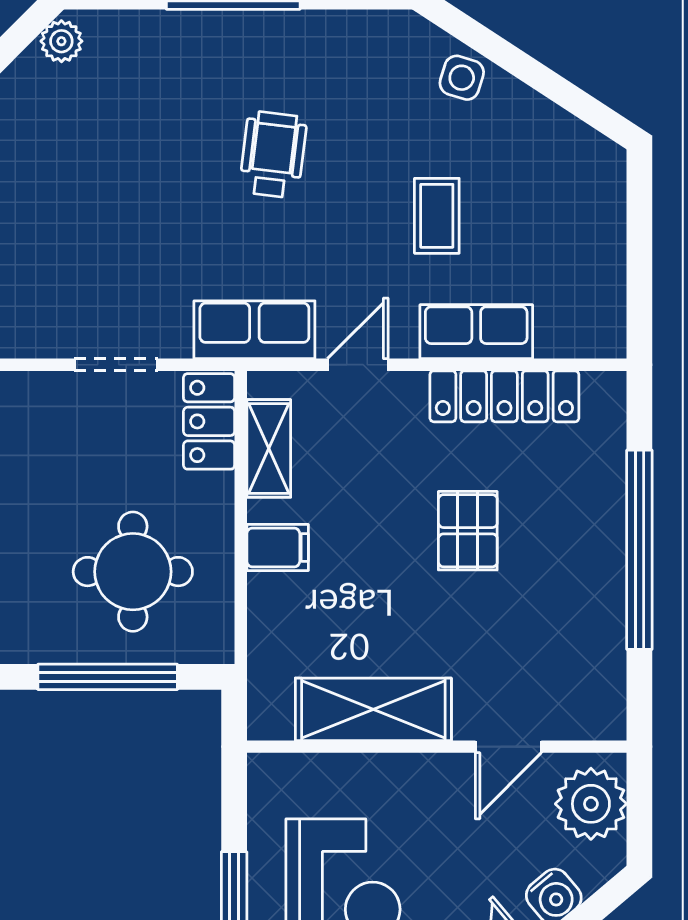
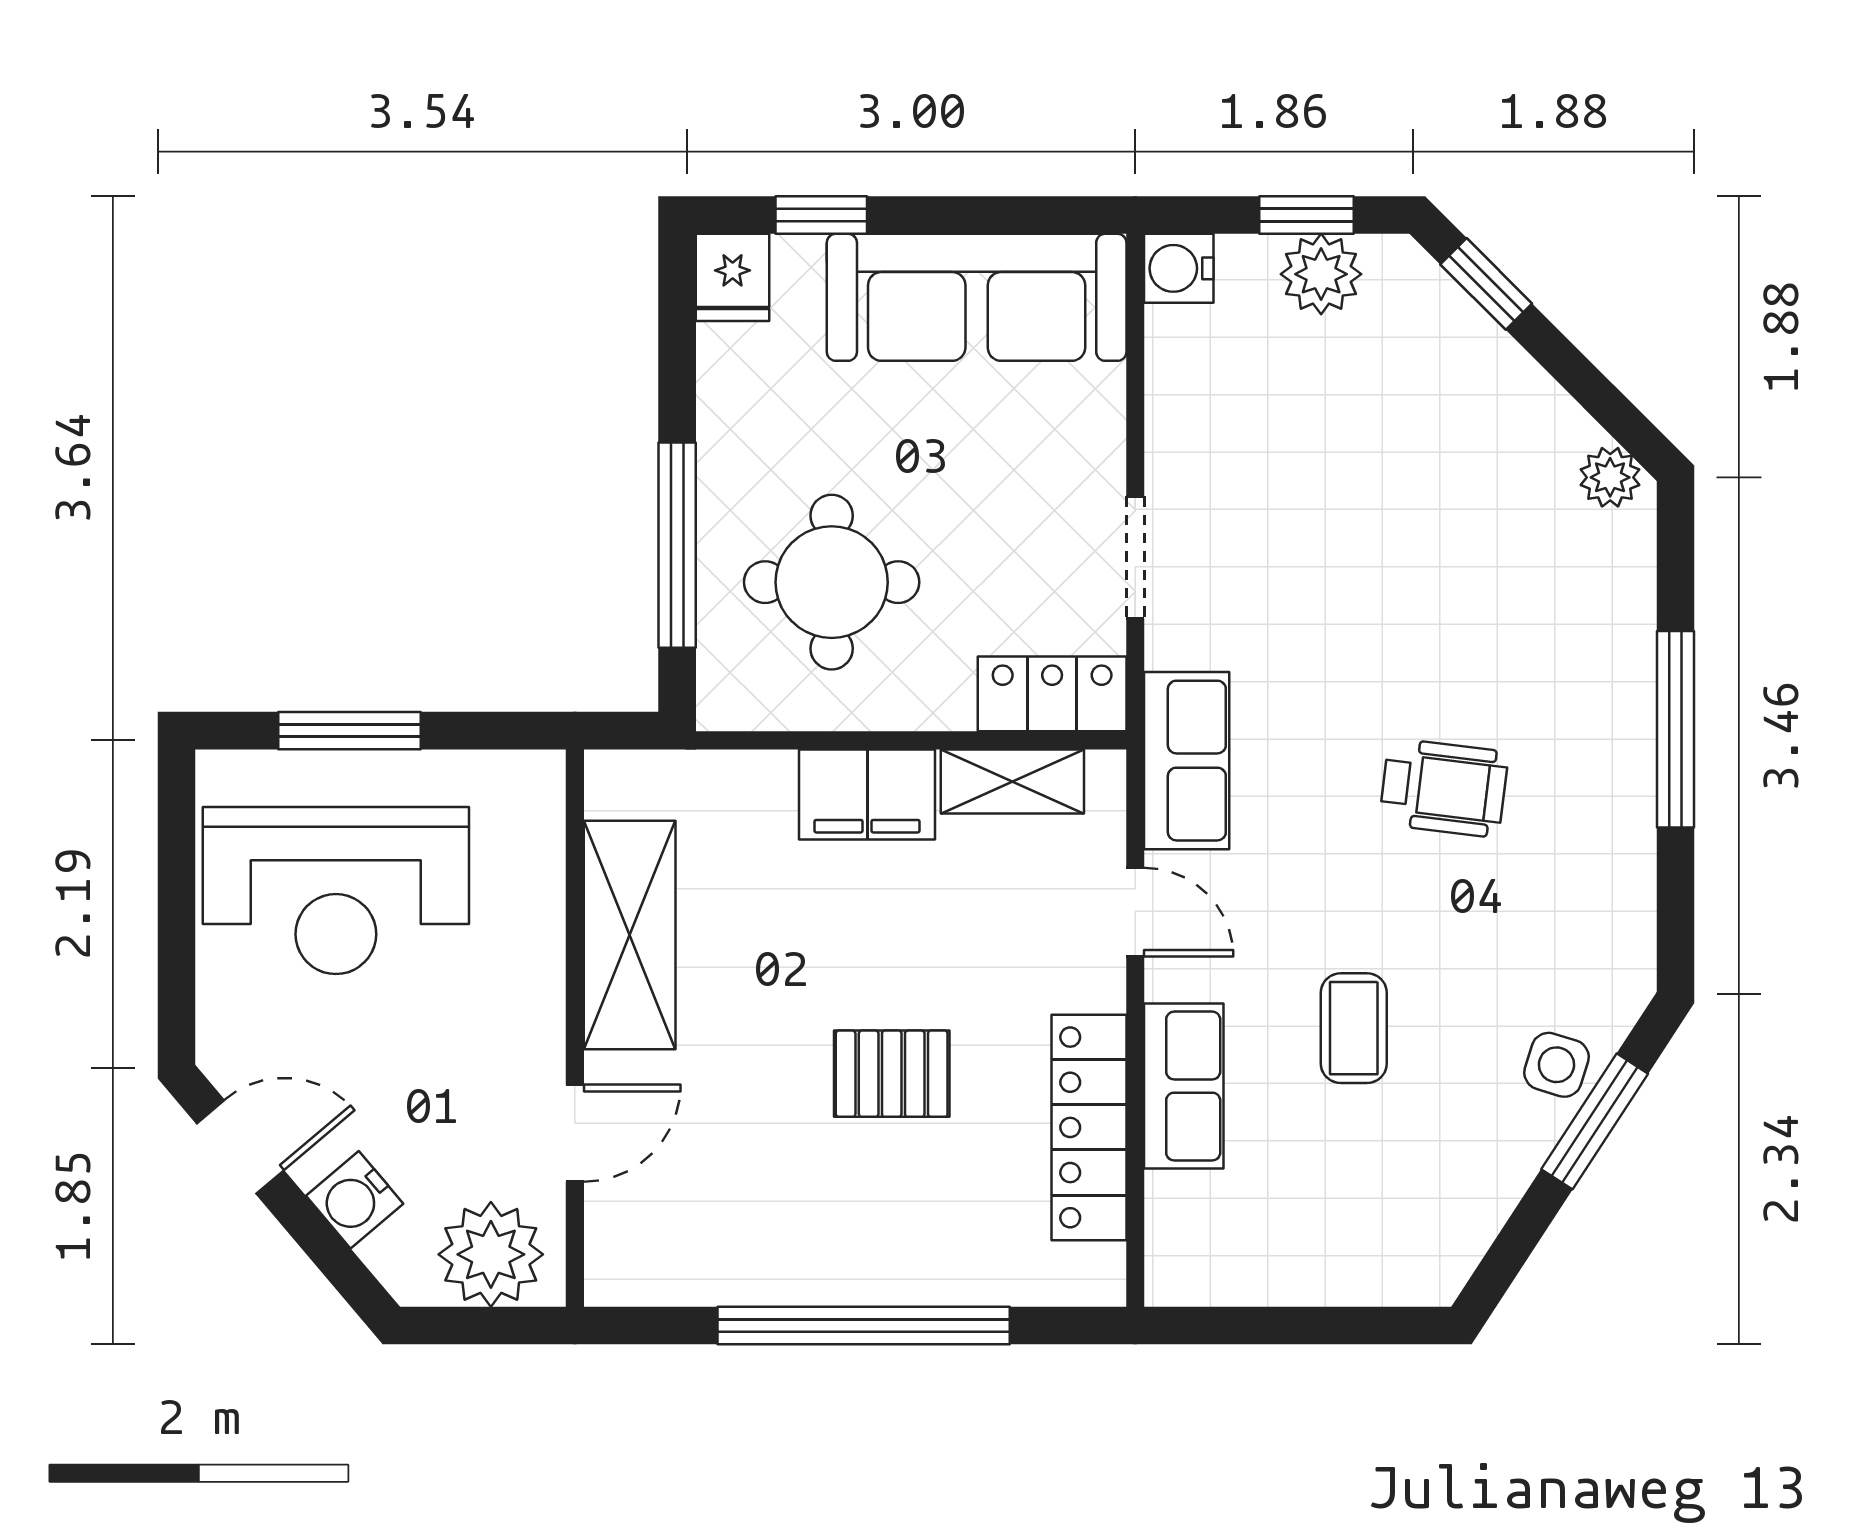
window: (500, 52) -> (1595, 1121), added
coffee table: (437, 216) -> (1354, 1028), turned 90
filing cabinet: (278, 547) -> (867, 795), width x2.00
door: (508, 747) -> (575, 1133), swing flipped

